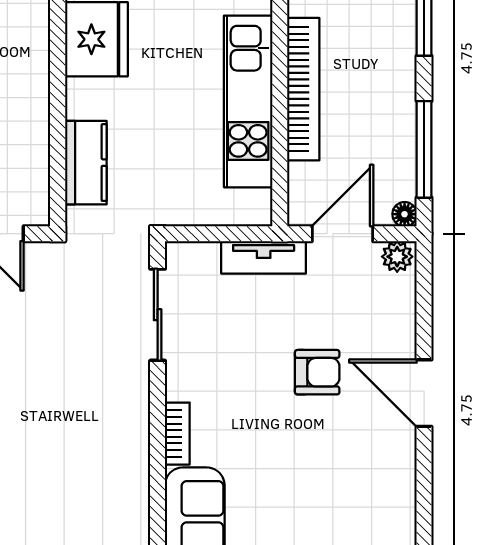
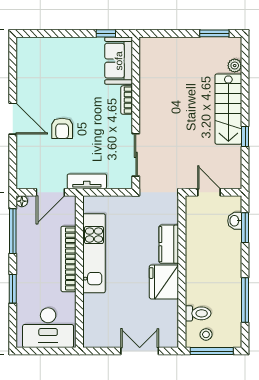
kitchen counter: (86, 163) -> (169, 244), moved
plant: (397, 257) -> (25, 182), removed
armchair: (317, 372) -> (62, 128), turned -90

